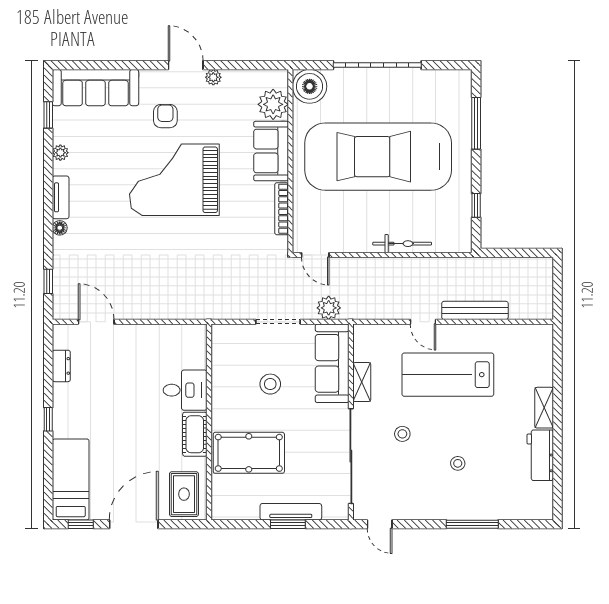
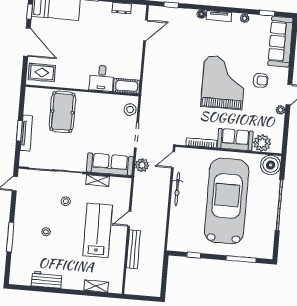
bicycle: (402, 244) -> (177, 189), moved
stool: (270, 384) -> (130, 110), moved
shelving: (544, 408) -> (96, 286), moved
cot: (195, 434) -> (127, 86), moved

